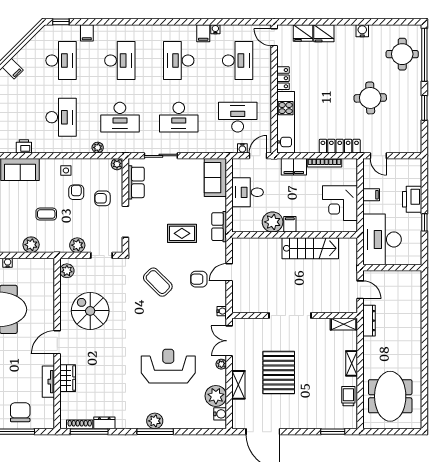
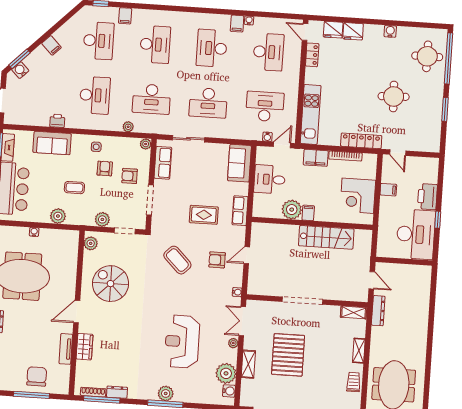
locker: (283, 78) -> (312, 55), moved
desk: (382, 239) -> (416, 234), moved, turned 180
reception desk: (168, 366) -> (182, 342), turned -90

